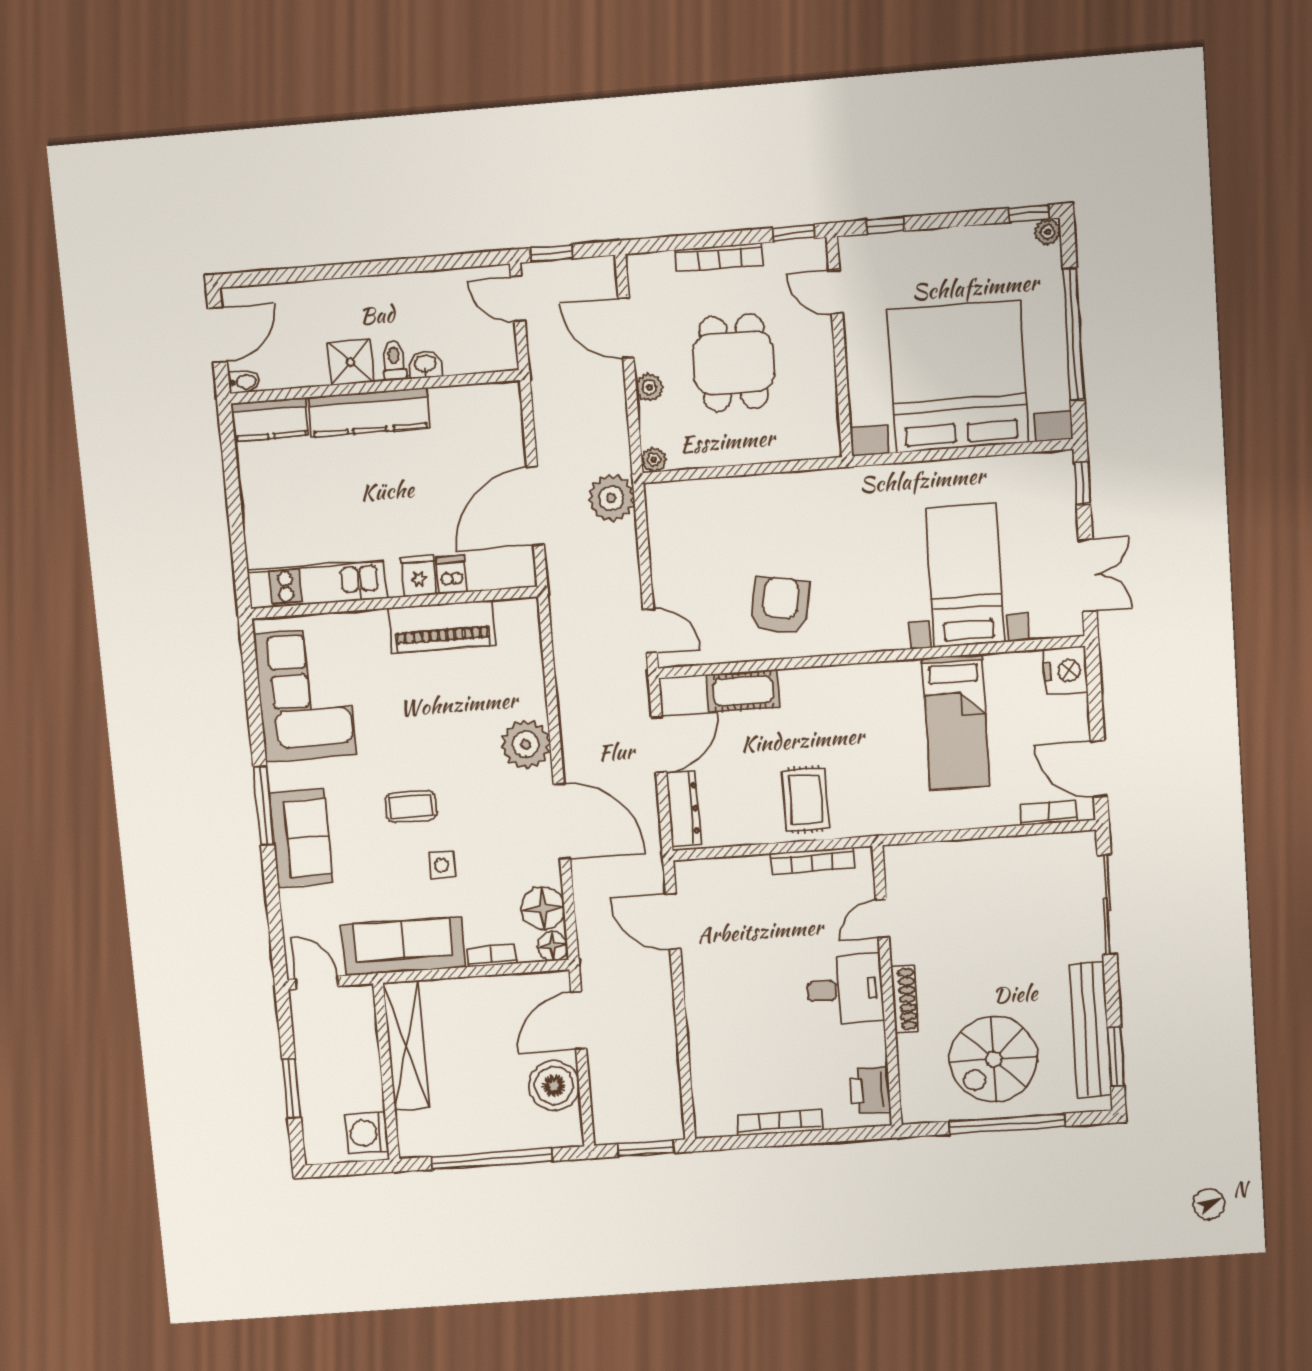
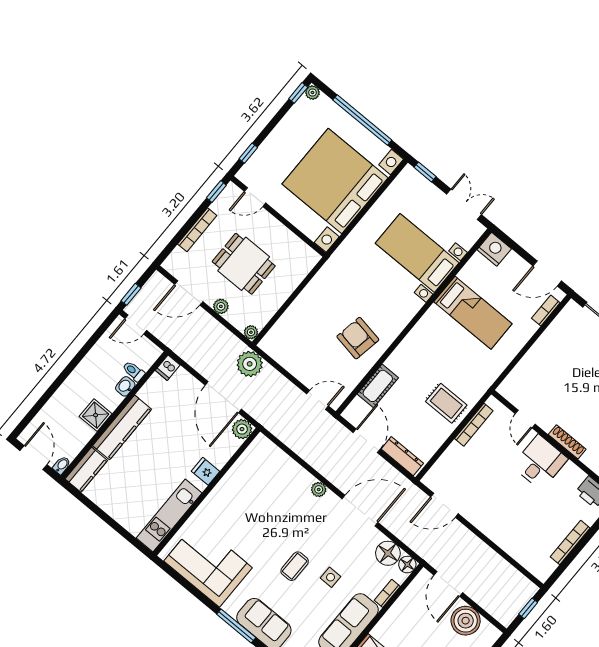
toilet: (394, 361) -> (134, 371), moved
plant: (518, 570) -> (242, 429), added
dishwasher: (452, 575) -> (168, 368), moved, turned -90
piano: (442, 627) -> (235, 482), removed
plant: (526, 744) -> (319, 489), width x0.53, depth x0.53
window: (646, 1148) -> (528, 608), width x0.67

